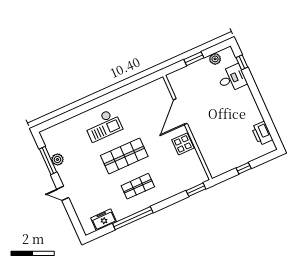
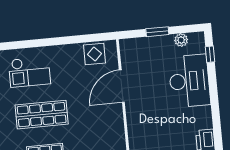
desk: (232, 79) -> (189, 81), width x1.87, depth x1.30
display table: (183, 144) -> (94, 54), moved

